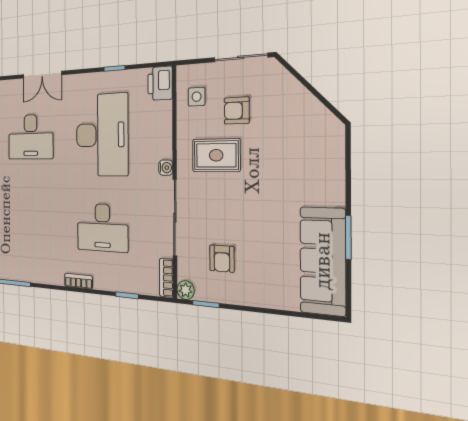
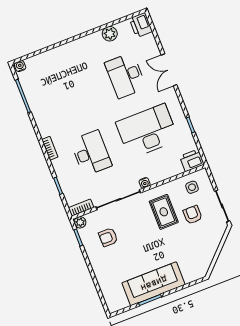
desk: (102, 135) -> (147, 131), turned 180
desk: (102, 228) -> (91, 153), turned 180
sofa: (323, 261) -> (154, 284), moved

